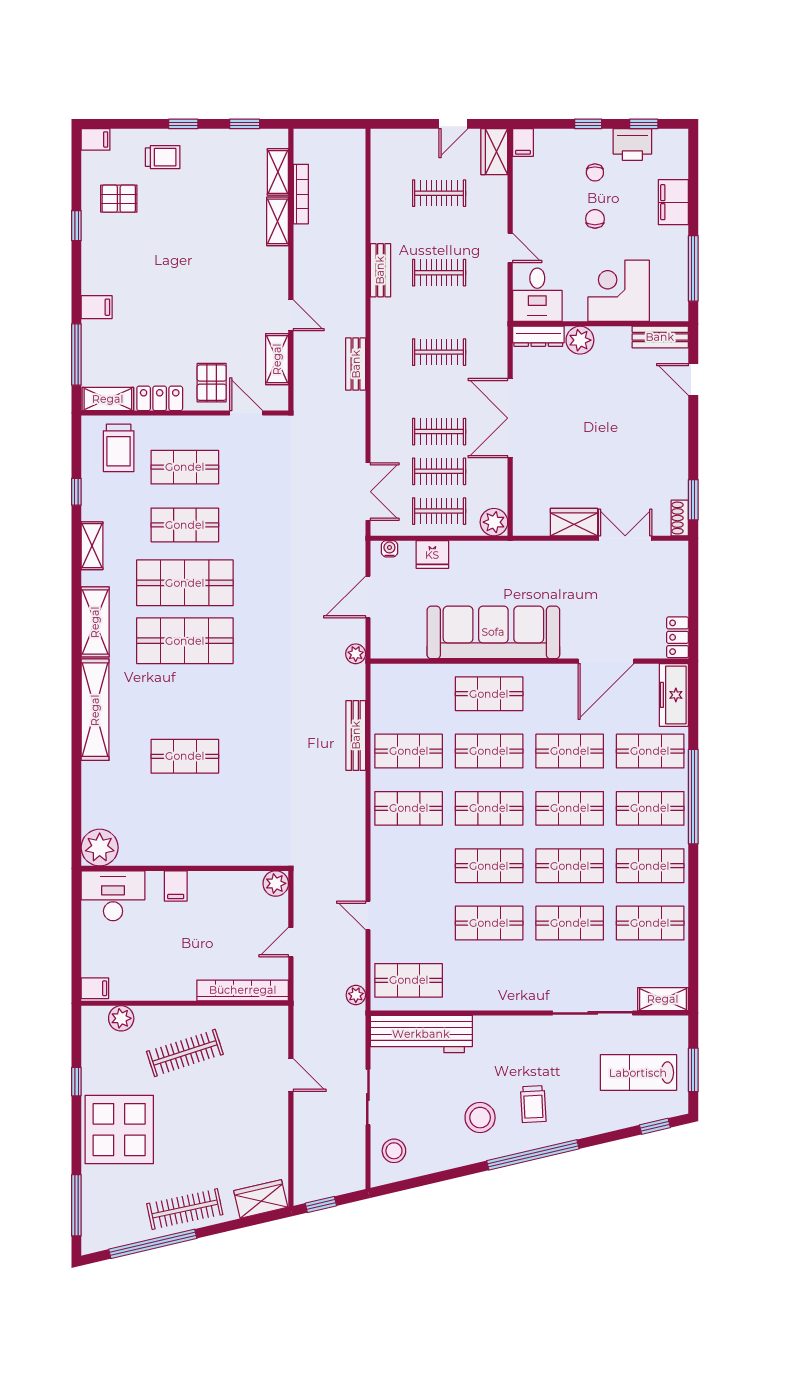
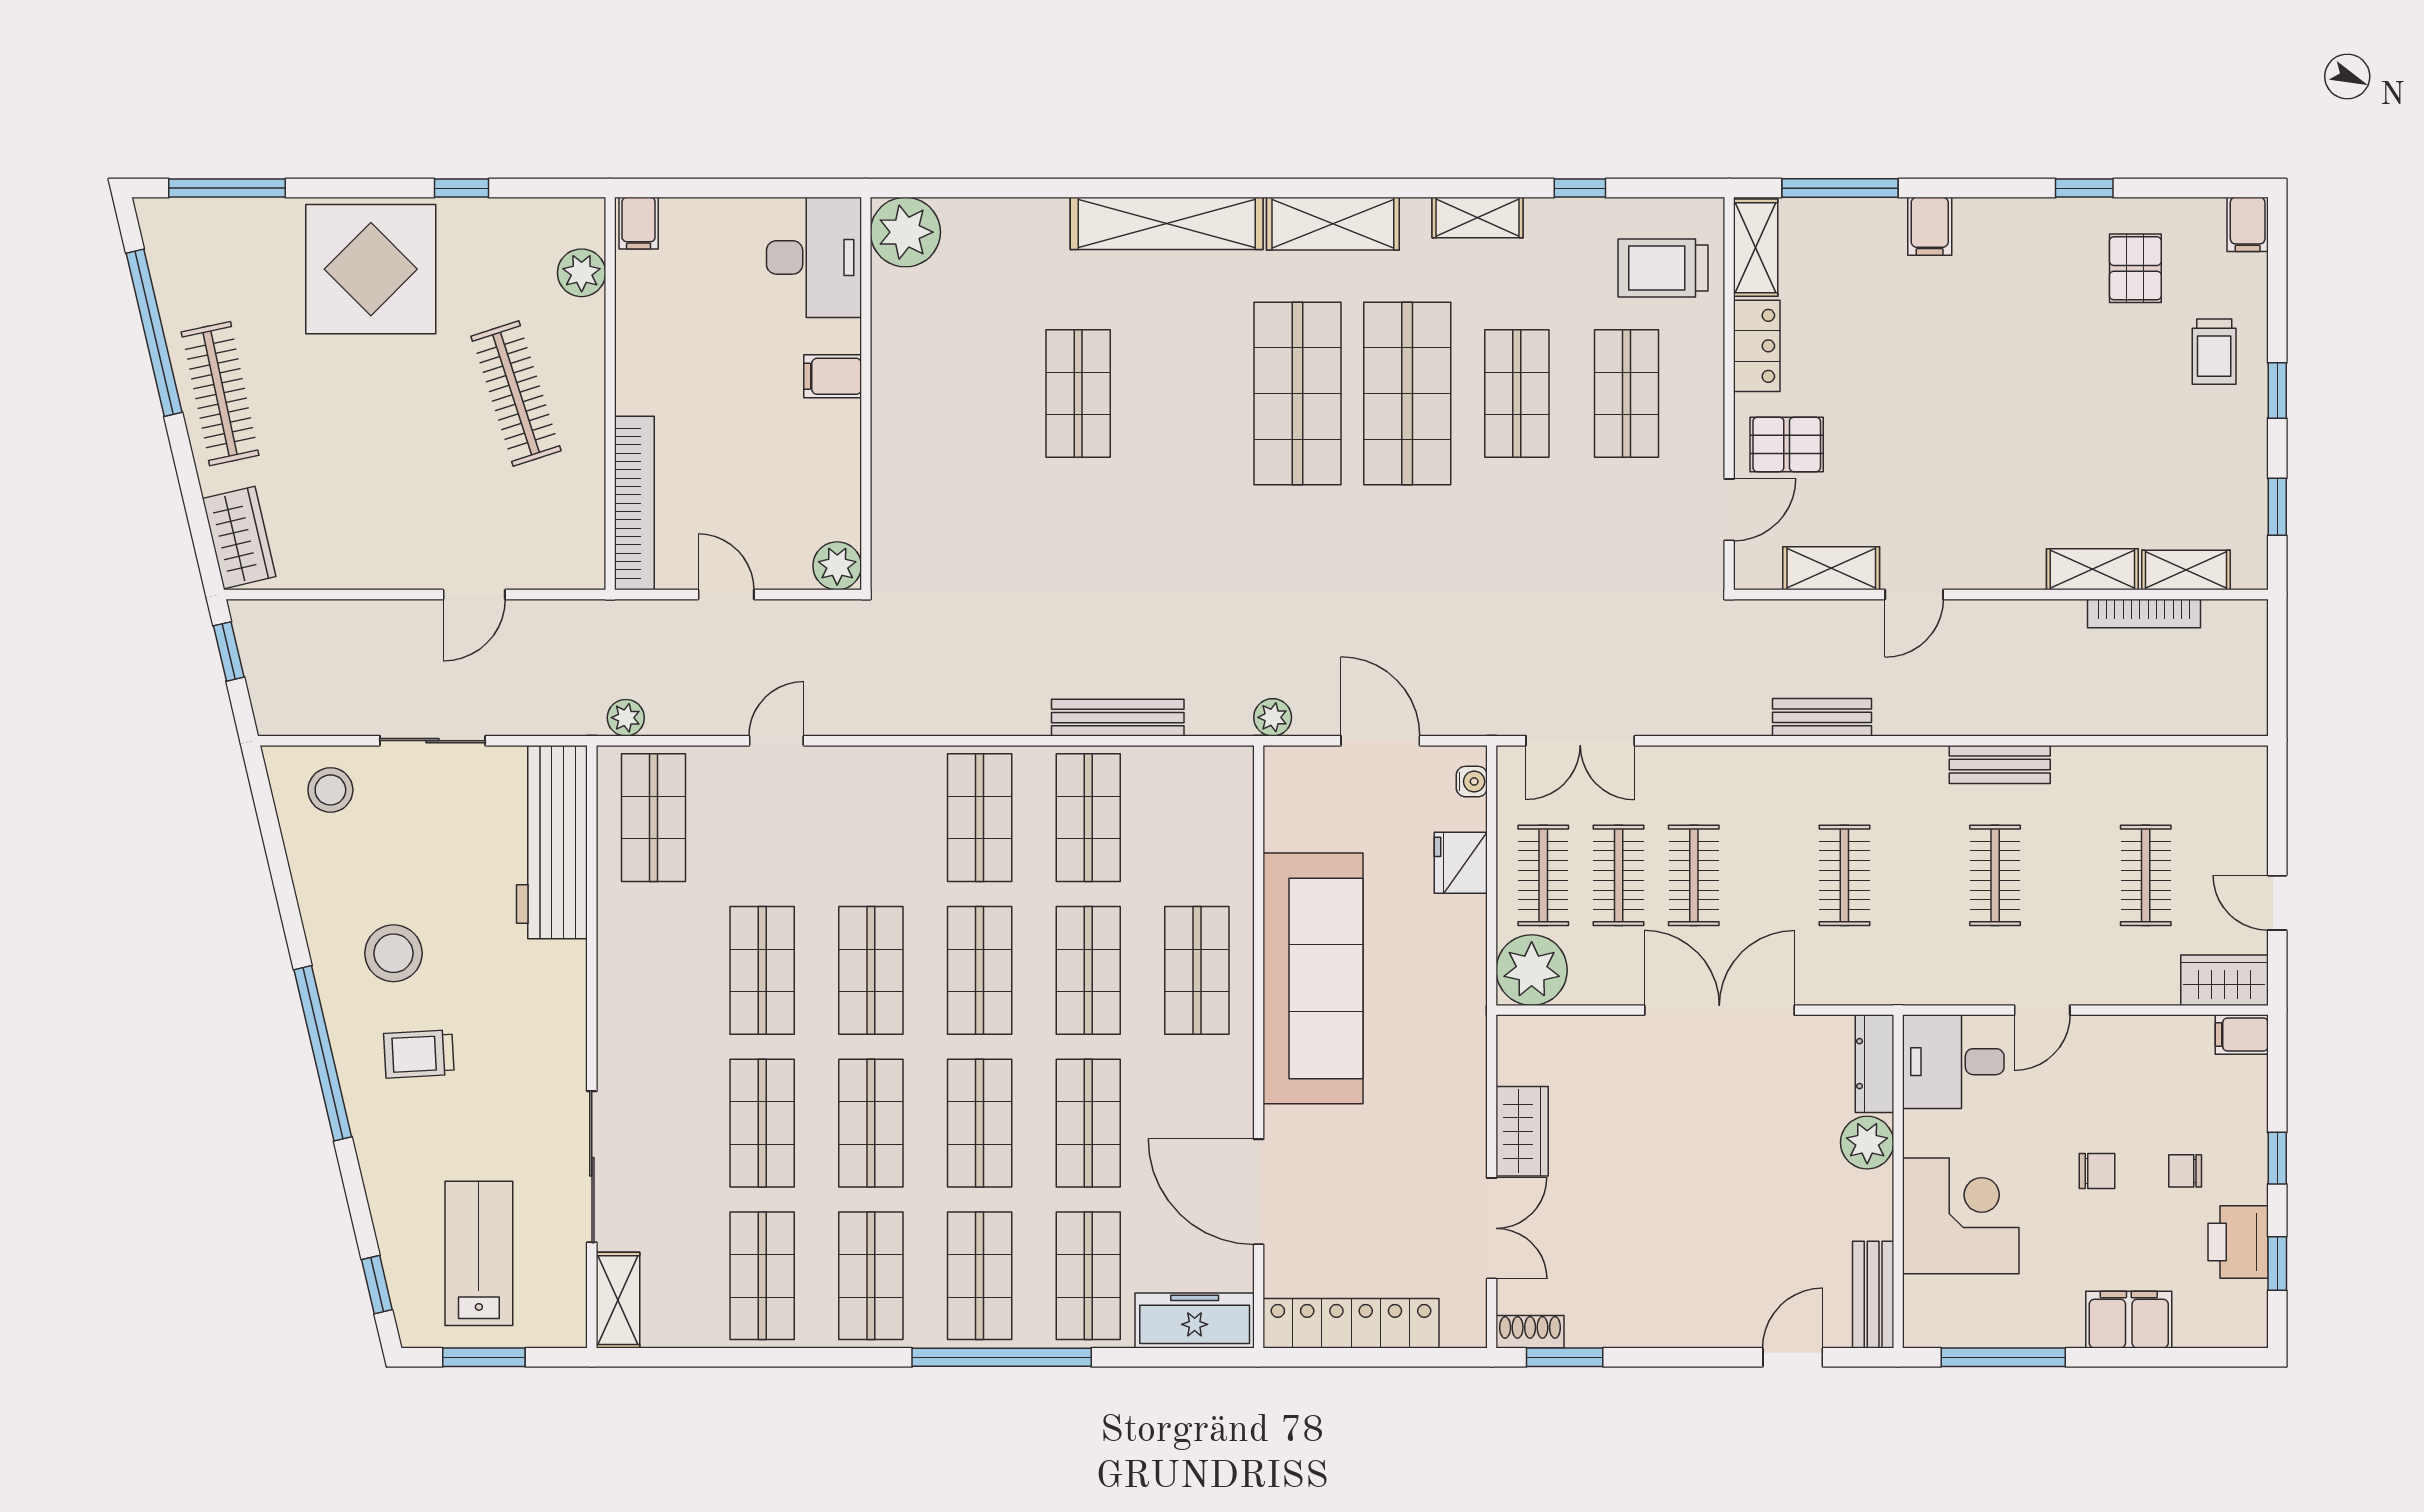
plant: (494, 522) -> (1532, 970), width x1.36, depth x1.36
locker: (678, 637) -> (1351, 1323), width x2.16, depth x1.21

